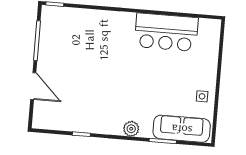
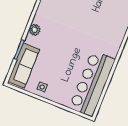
bar counter: (166, 32) -> (92, 83), width x1.36

